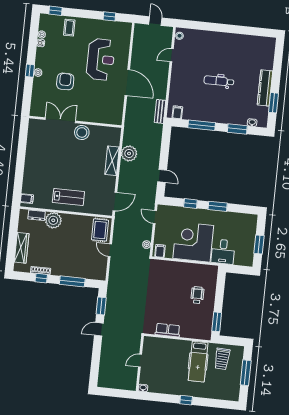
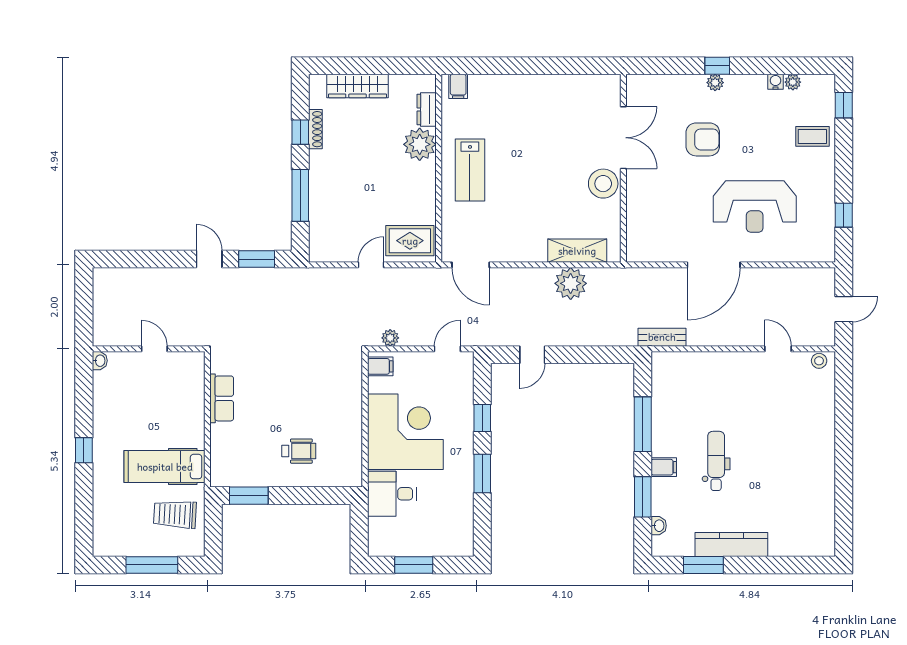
dental chair: (219, 81) -> (716, 461), moved
filing cabinet: (177, 112) -> (664, 467), moved
shelving: (112, 161) -> (577, 251), moved

